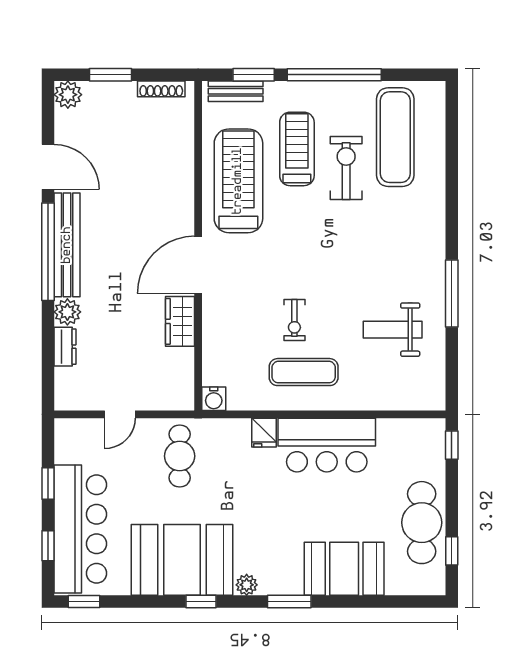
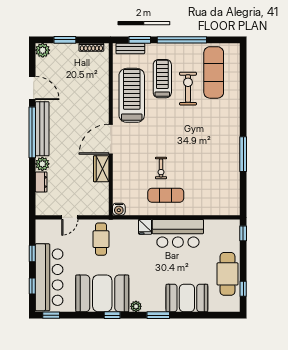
weight bench: (393, 330) -> (212, 173), removed

